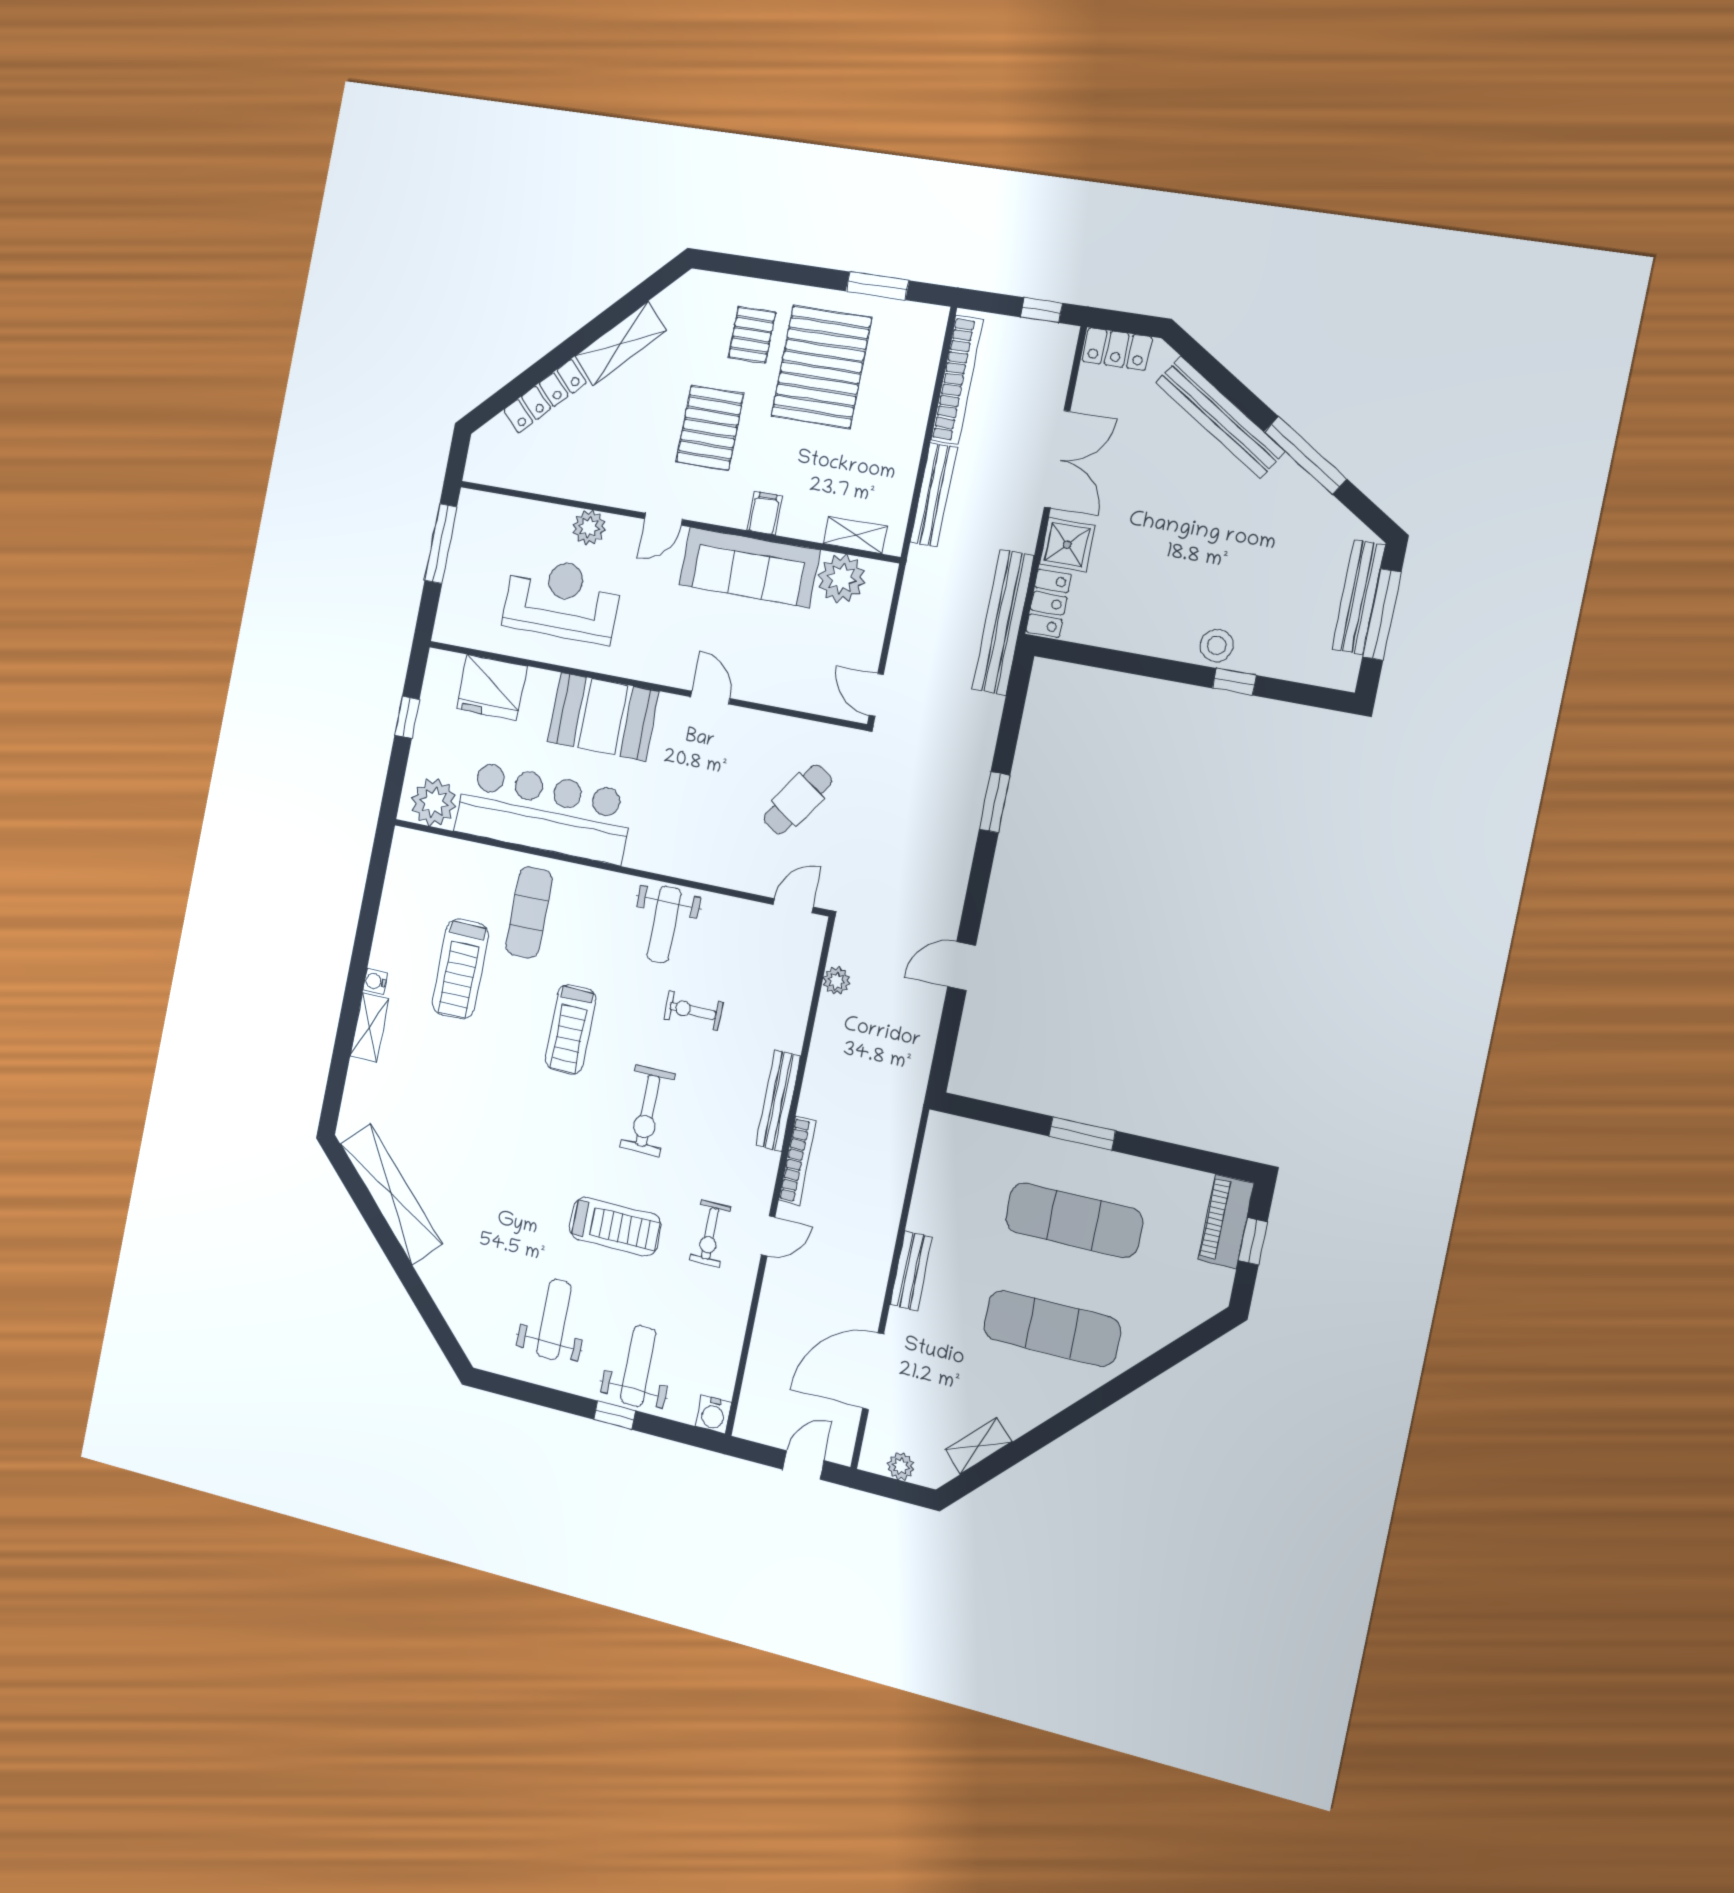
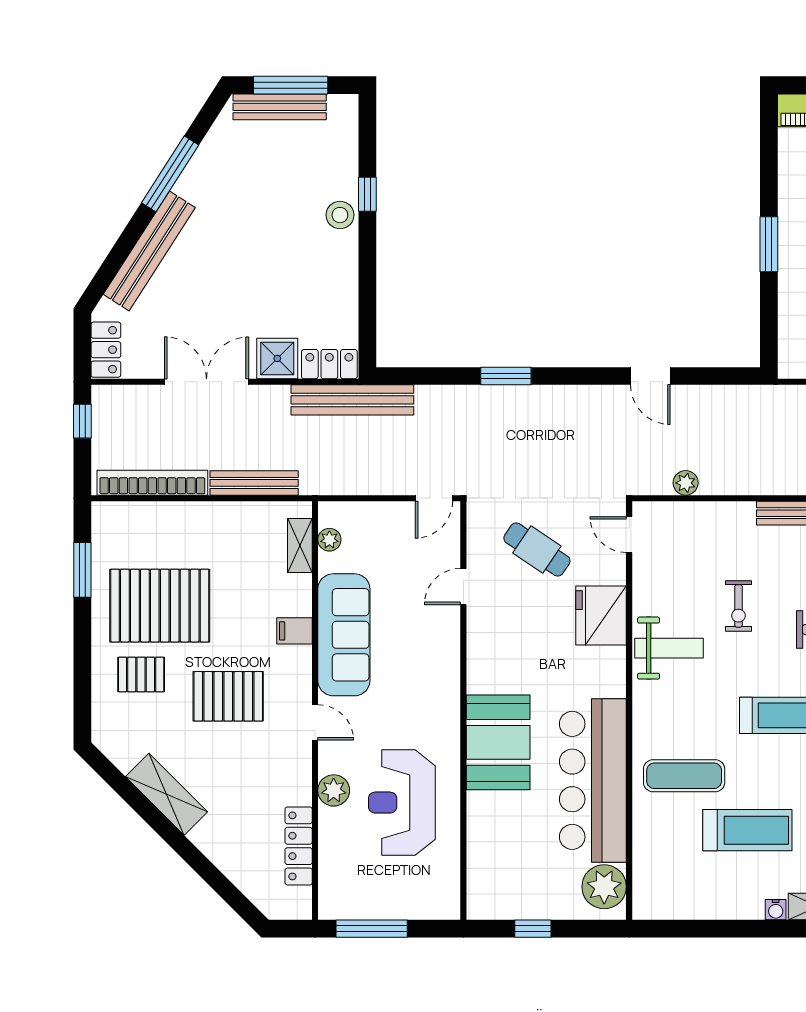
locker: (545, 396) -> (299, 846), moved, turned -135
plant: (842, 579) -> (329, 540), width x0.53, depth x0.53
fridge: (492, 687) -> (601, 616), moved, turned 180
door: (710, 698) -> (463, 587), moved

